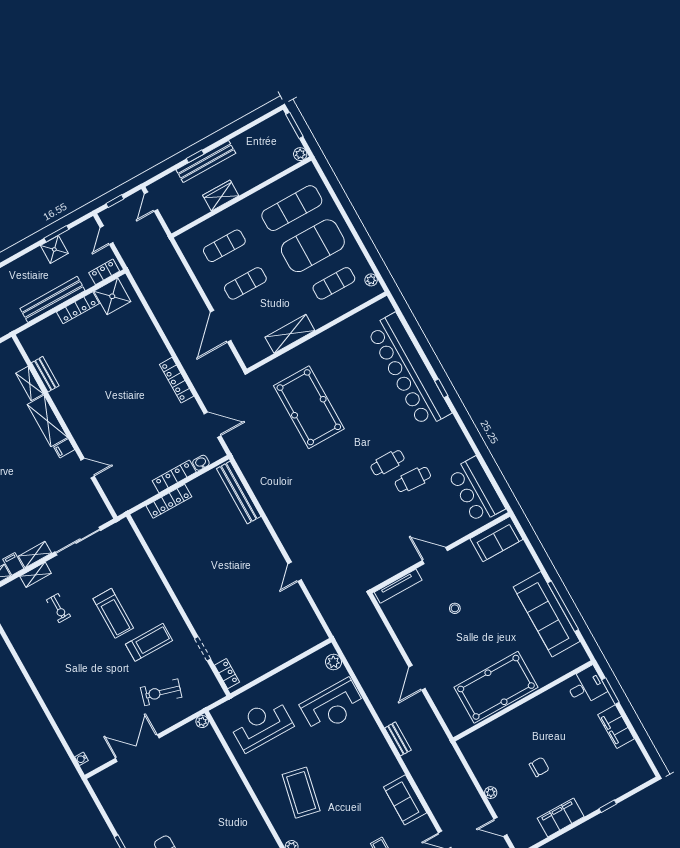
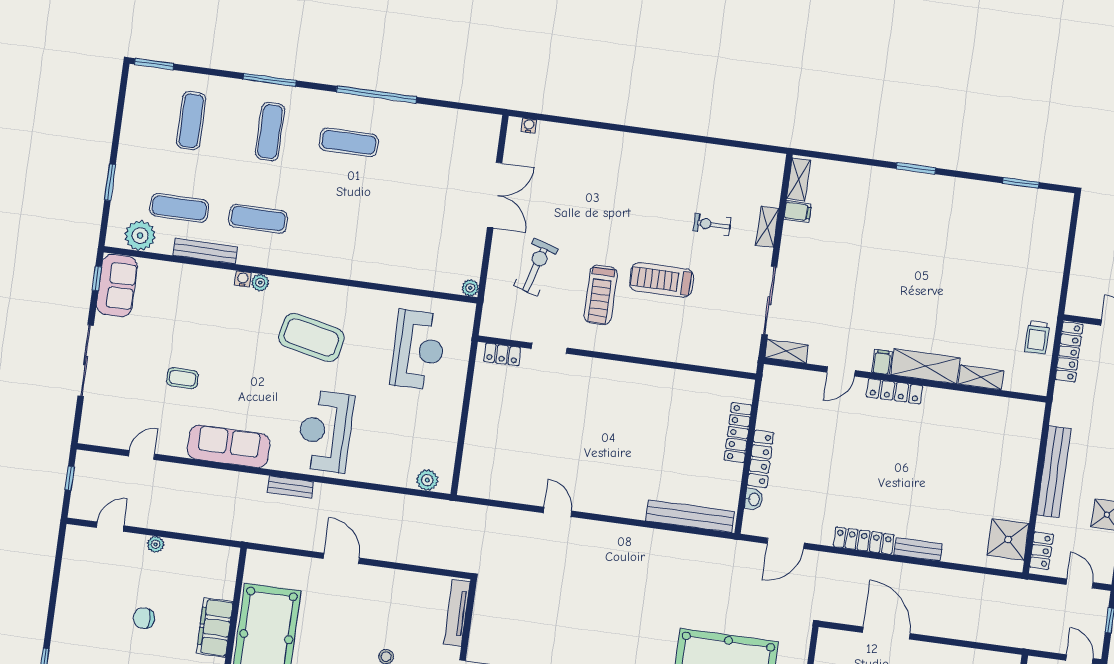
locker: (78, 308) -> (894, 391), moved, turned -90
bench: (45, 374) -> (918, 549), moved
shelving: (35, 555) -> (787, 351), moved, turned 90
reception desk: (333, 706) -> (325, 431), moved
chair: (539, 767) -> (144, 618), turned 90
sofa: (405, 800) -> (229, 446), width x1.36
filing cabinet: (561, 817) -> (215, 627), moved, turned 180

